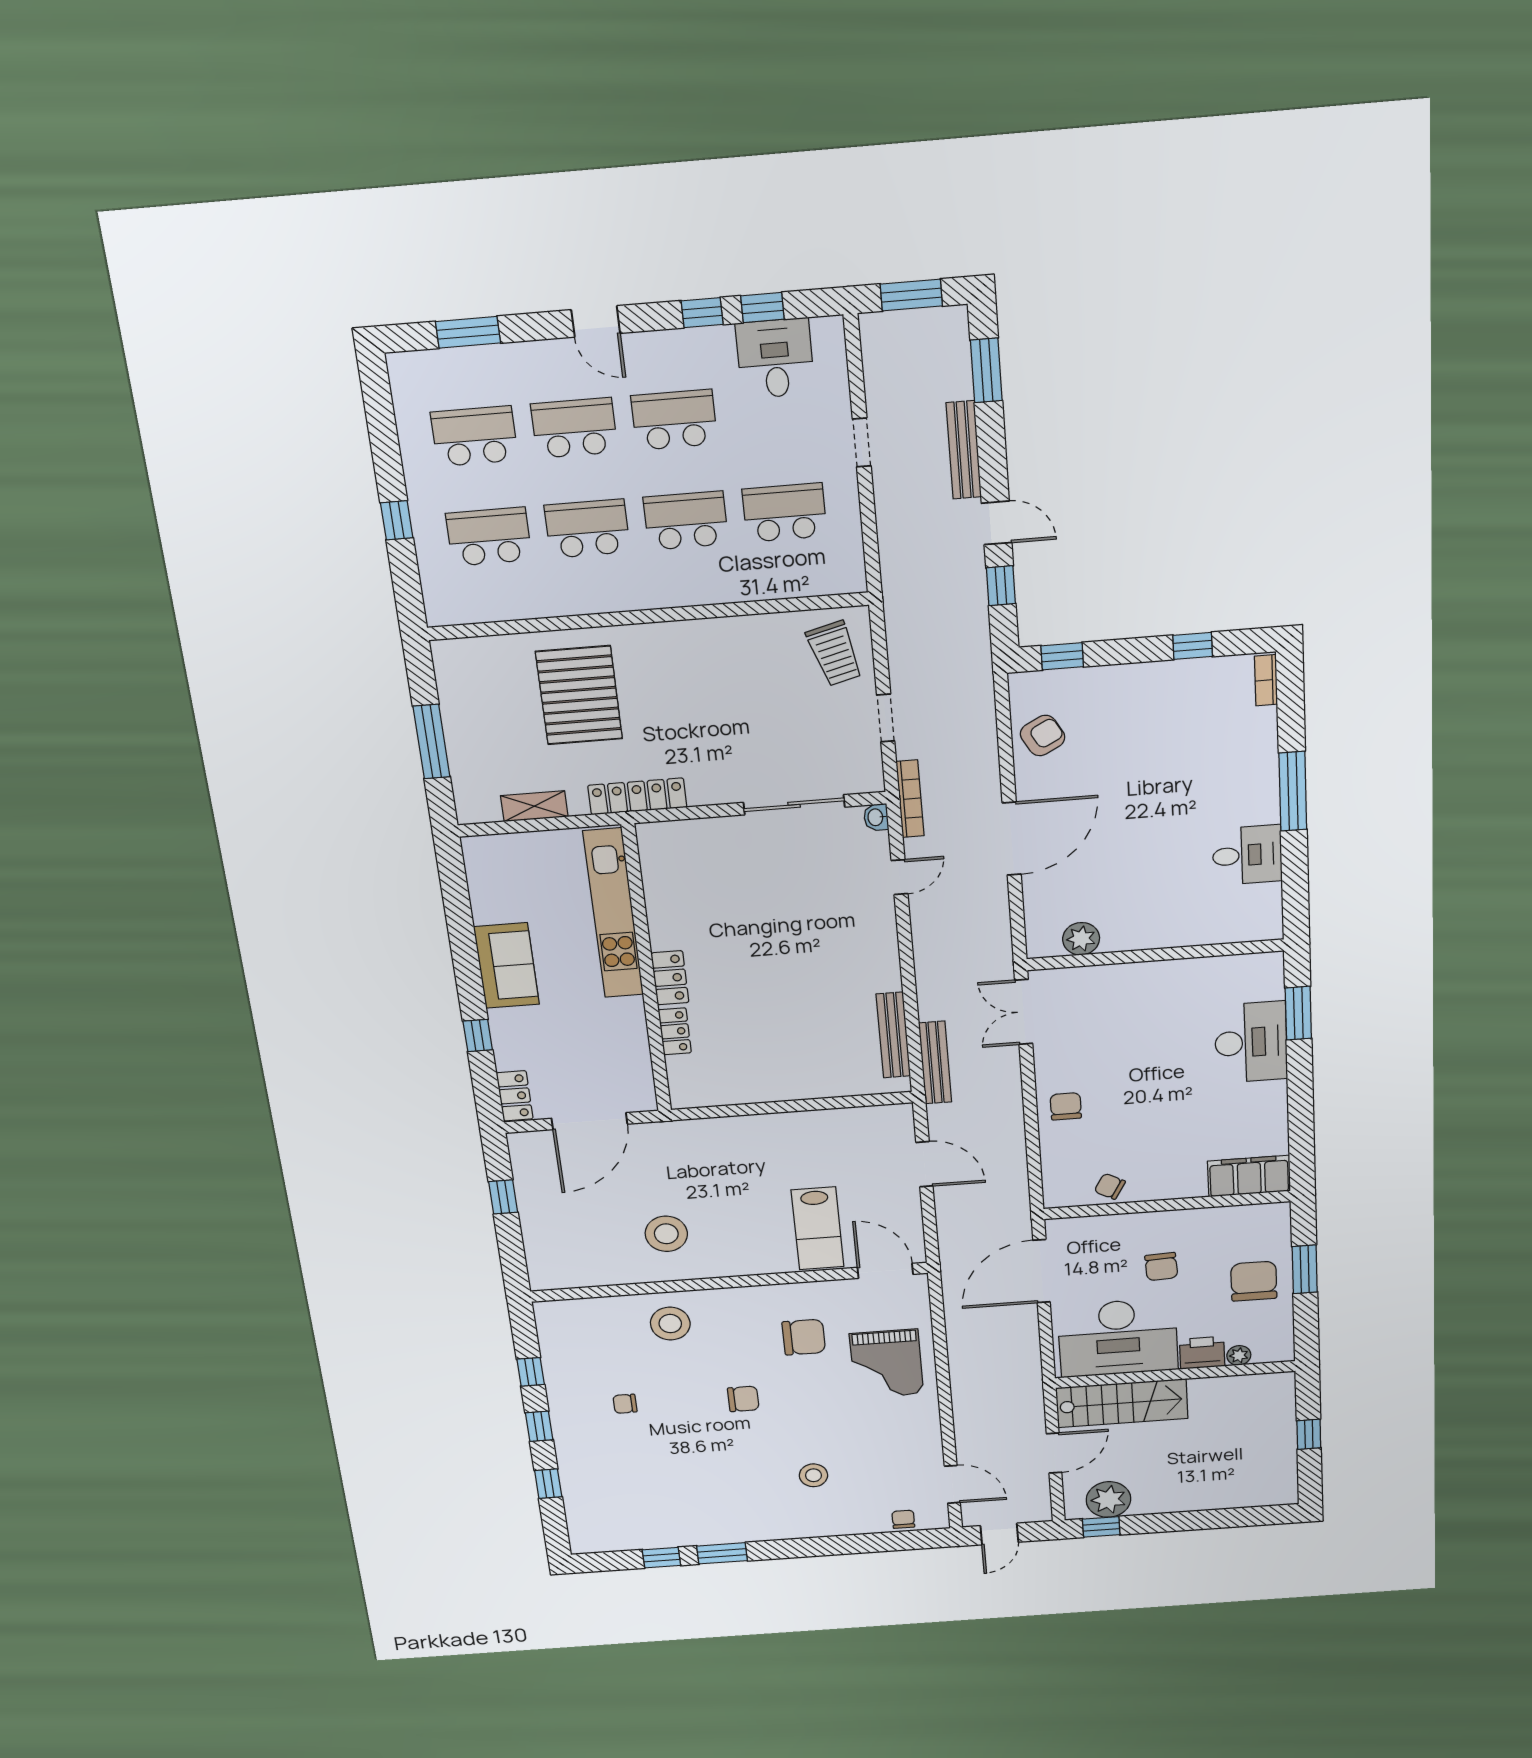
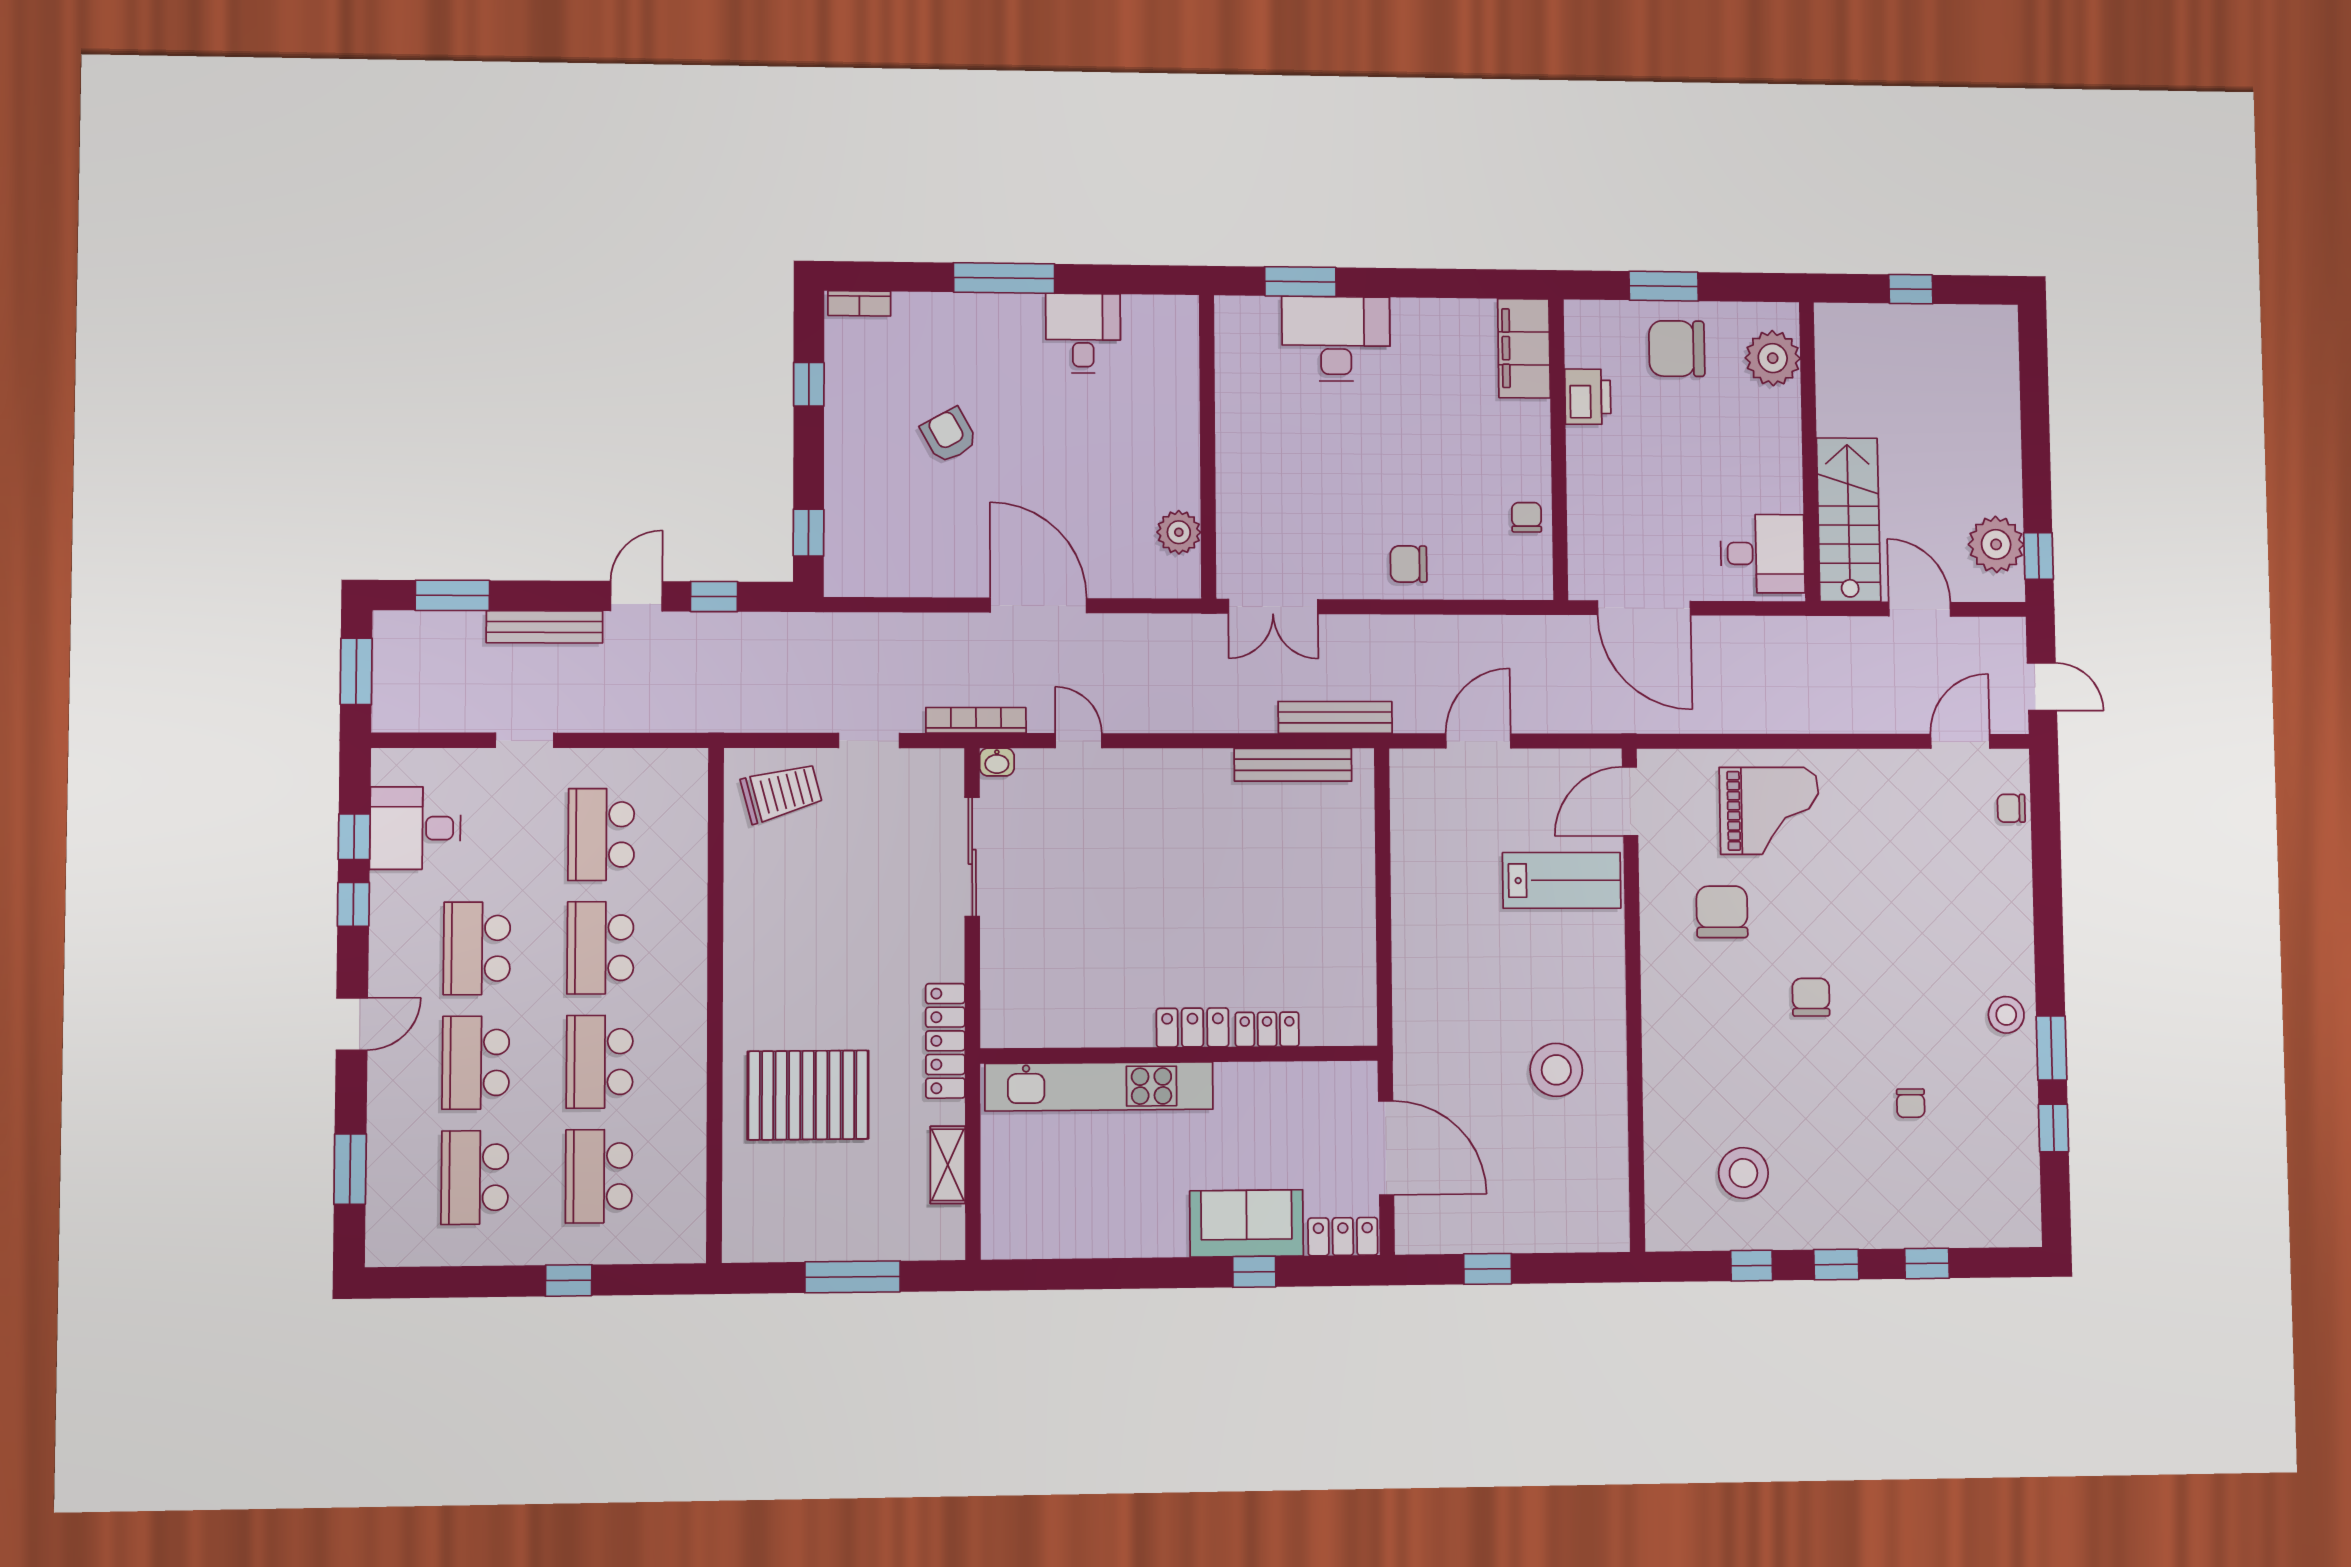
armchair: (1043, 736) -> (949, 435), moved
sofa: (507, 966) -> (1247, 1223), moved
chair: (1110, 1186) -> (1527, 517), turned 151
chair: (1161, 1267) -> (1648, 461), removed
stool: (670, 1324) -> (1743, 1173), moved
desk: (1118, 1338) -> (1763, 554), width x0.53, depth x0.77
printer: (1202, 1353) -> (1588, 397), moved, turned 180
plant: (1239, 1355) -> (1773, 358), width x1.88, depth x1.88
chair: (625, 1404) -> (1911, 1103), moved
stool: (813, 1475) -> (2006, 1015), moved

